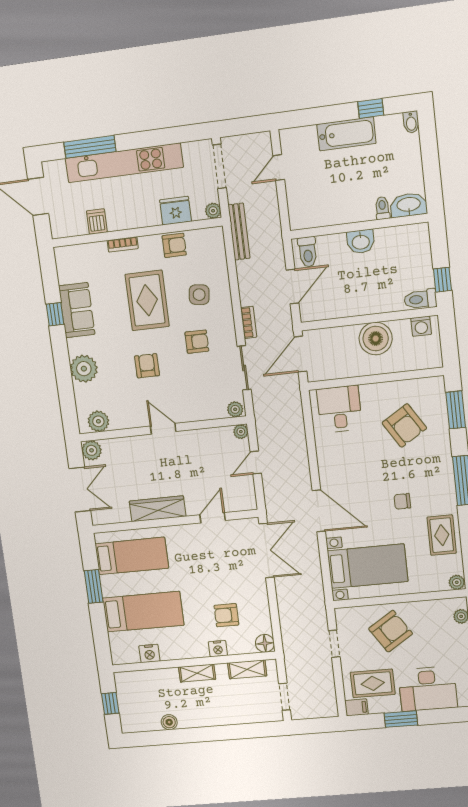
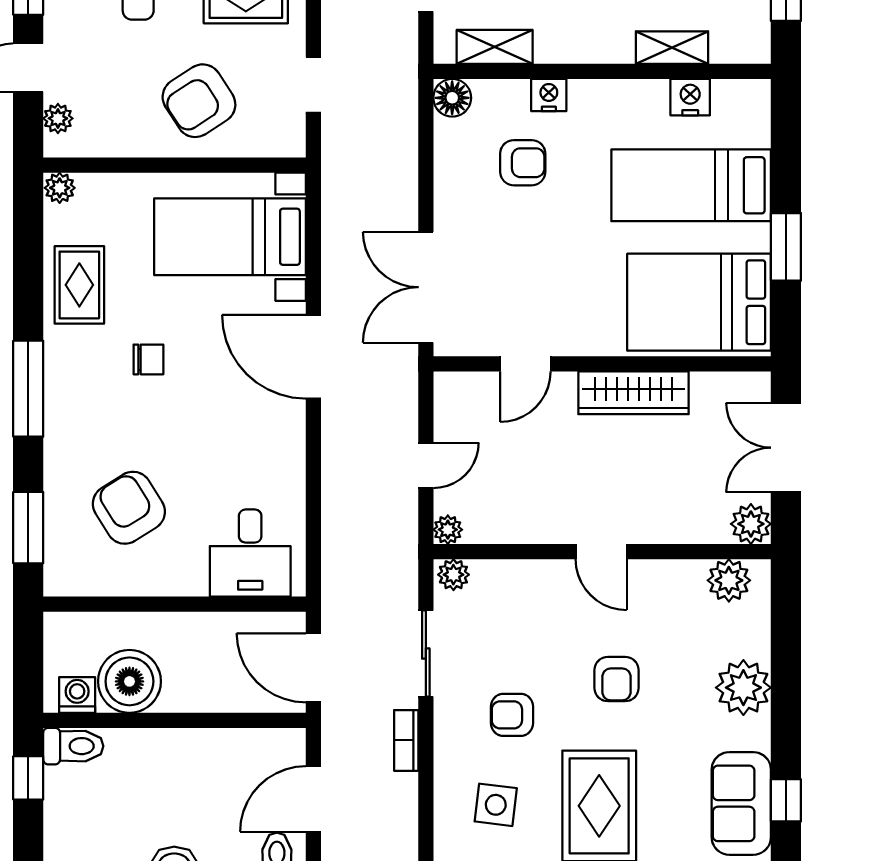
boiler: (376, 339) -> (129, 681), moved
door: (300, 354) -> (313, 668), swing flipped
bed: (132, 556) -> (699, 302), width x1.50
shelving: (197, 673) -> (672, 48), moved

